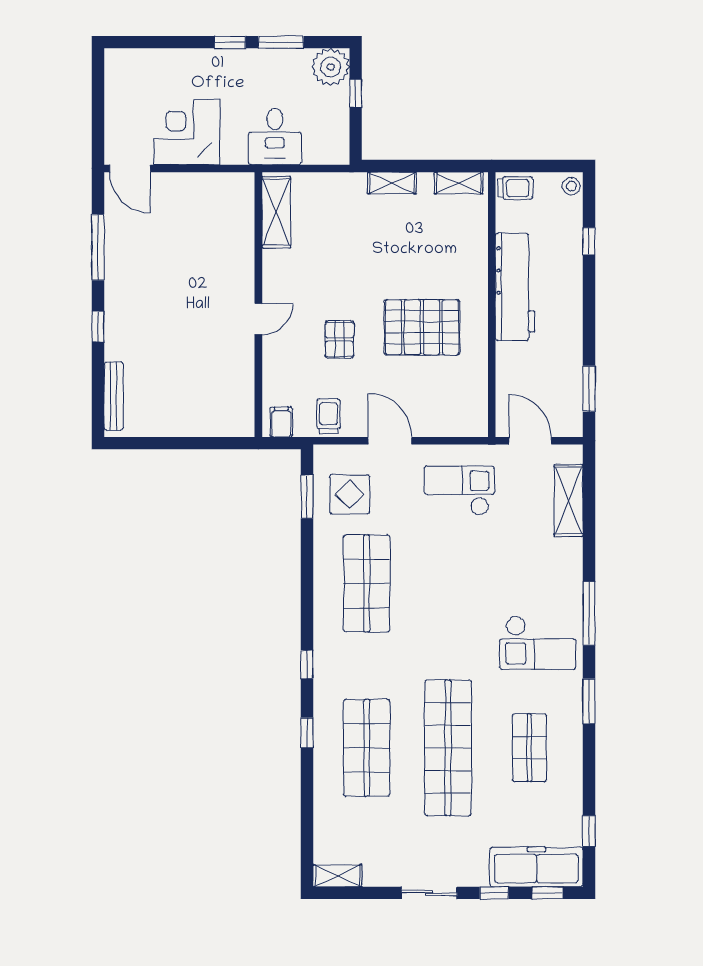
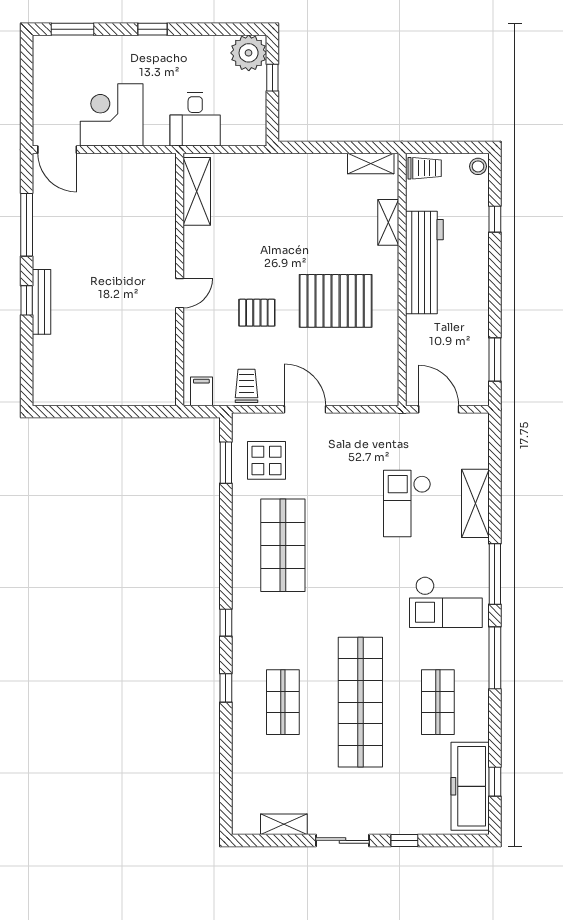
window: (281, 42) -> (73, 29), moved
shelving: (392, 183) -> (388, 222), moved, turned 90
pallet: (339, 339) -> (257, 313), turned 90
bench: (114, 396) -> (41, 302), moved
checkout: (459, 491) -> (407, 504), moved, turned -90
shelving: (569, 500) -> (475, 503), moved
window: (589, 701) -> (495, 658), width x1.44
shop shelf: (367, 748) -> (283, 702), width x0.70, depth x0.74
freezer: (537, 867) -> (470, 786), moved, turned -90
shelving: (337, 876) -> (284, 824), moved
window: (547, 893) -> (455, 840), removed

